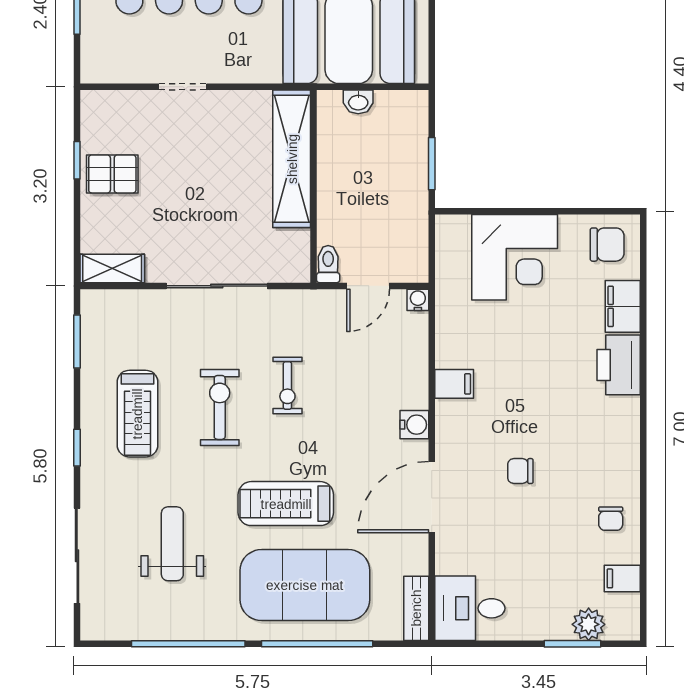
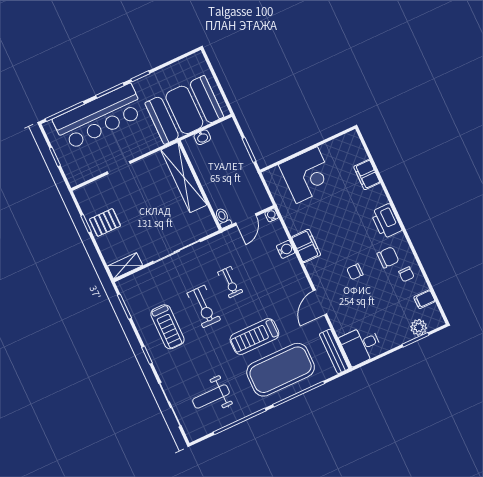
chair: (607, 245) -> (388, 257), moved
printer: (619, 365) -> (386, 221), moved
filing cabinet: (454, 384) -> (306, 246), width x2.00
exercise bike: (220, 407) -> (204, 307), turned 180
water cooler: (414, 425) -> (286, 249), moved
door: (432, 497) -> (320, 302), width x0.73
weight bench: (172, 544) -> (211, 396), moved, turned -90
bench: (416, 608) -> (334, 351), width x1.36

